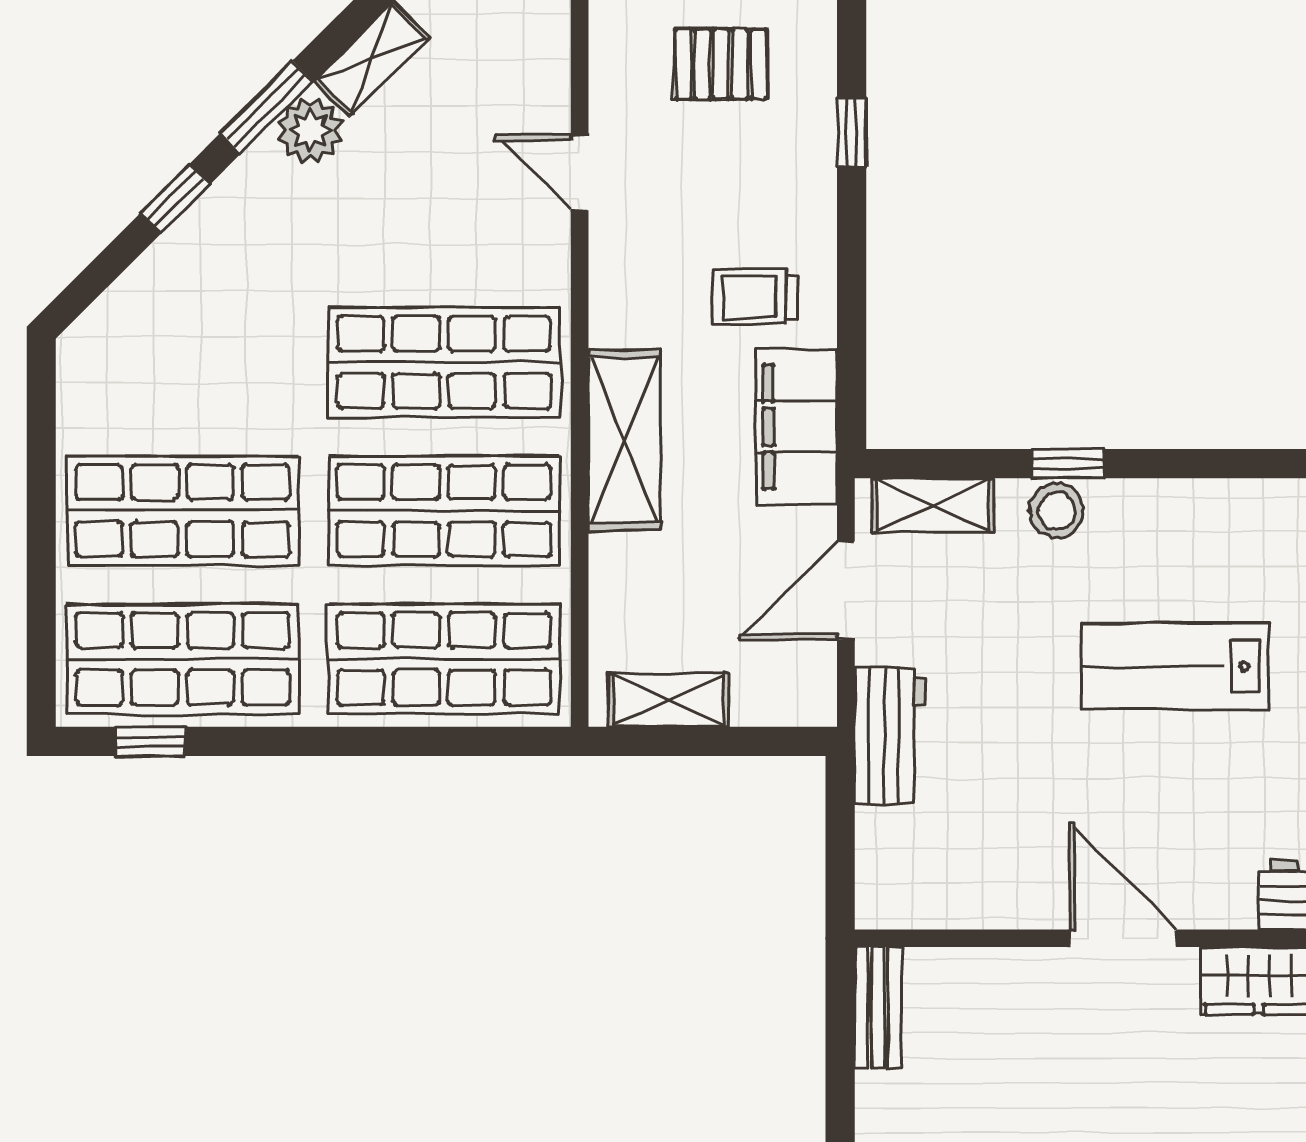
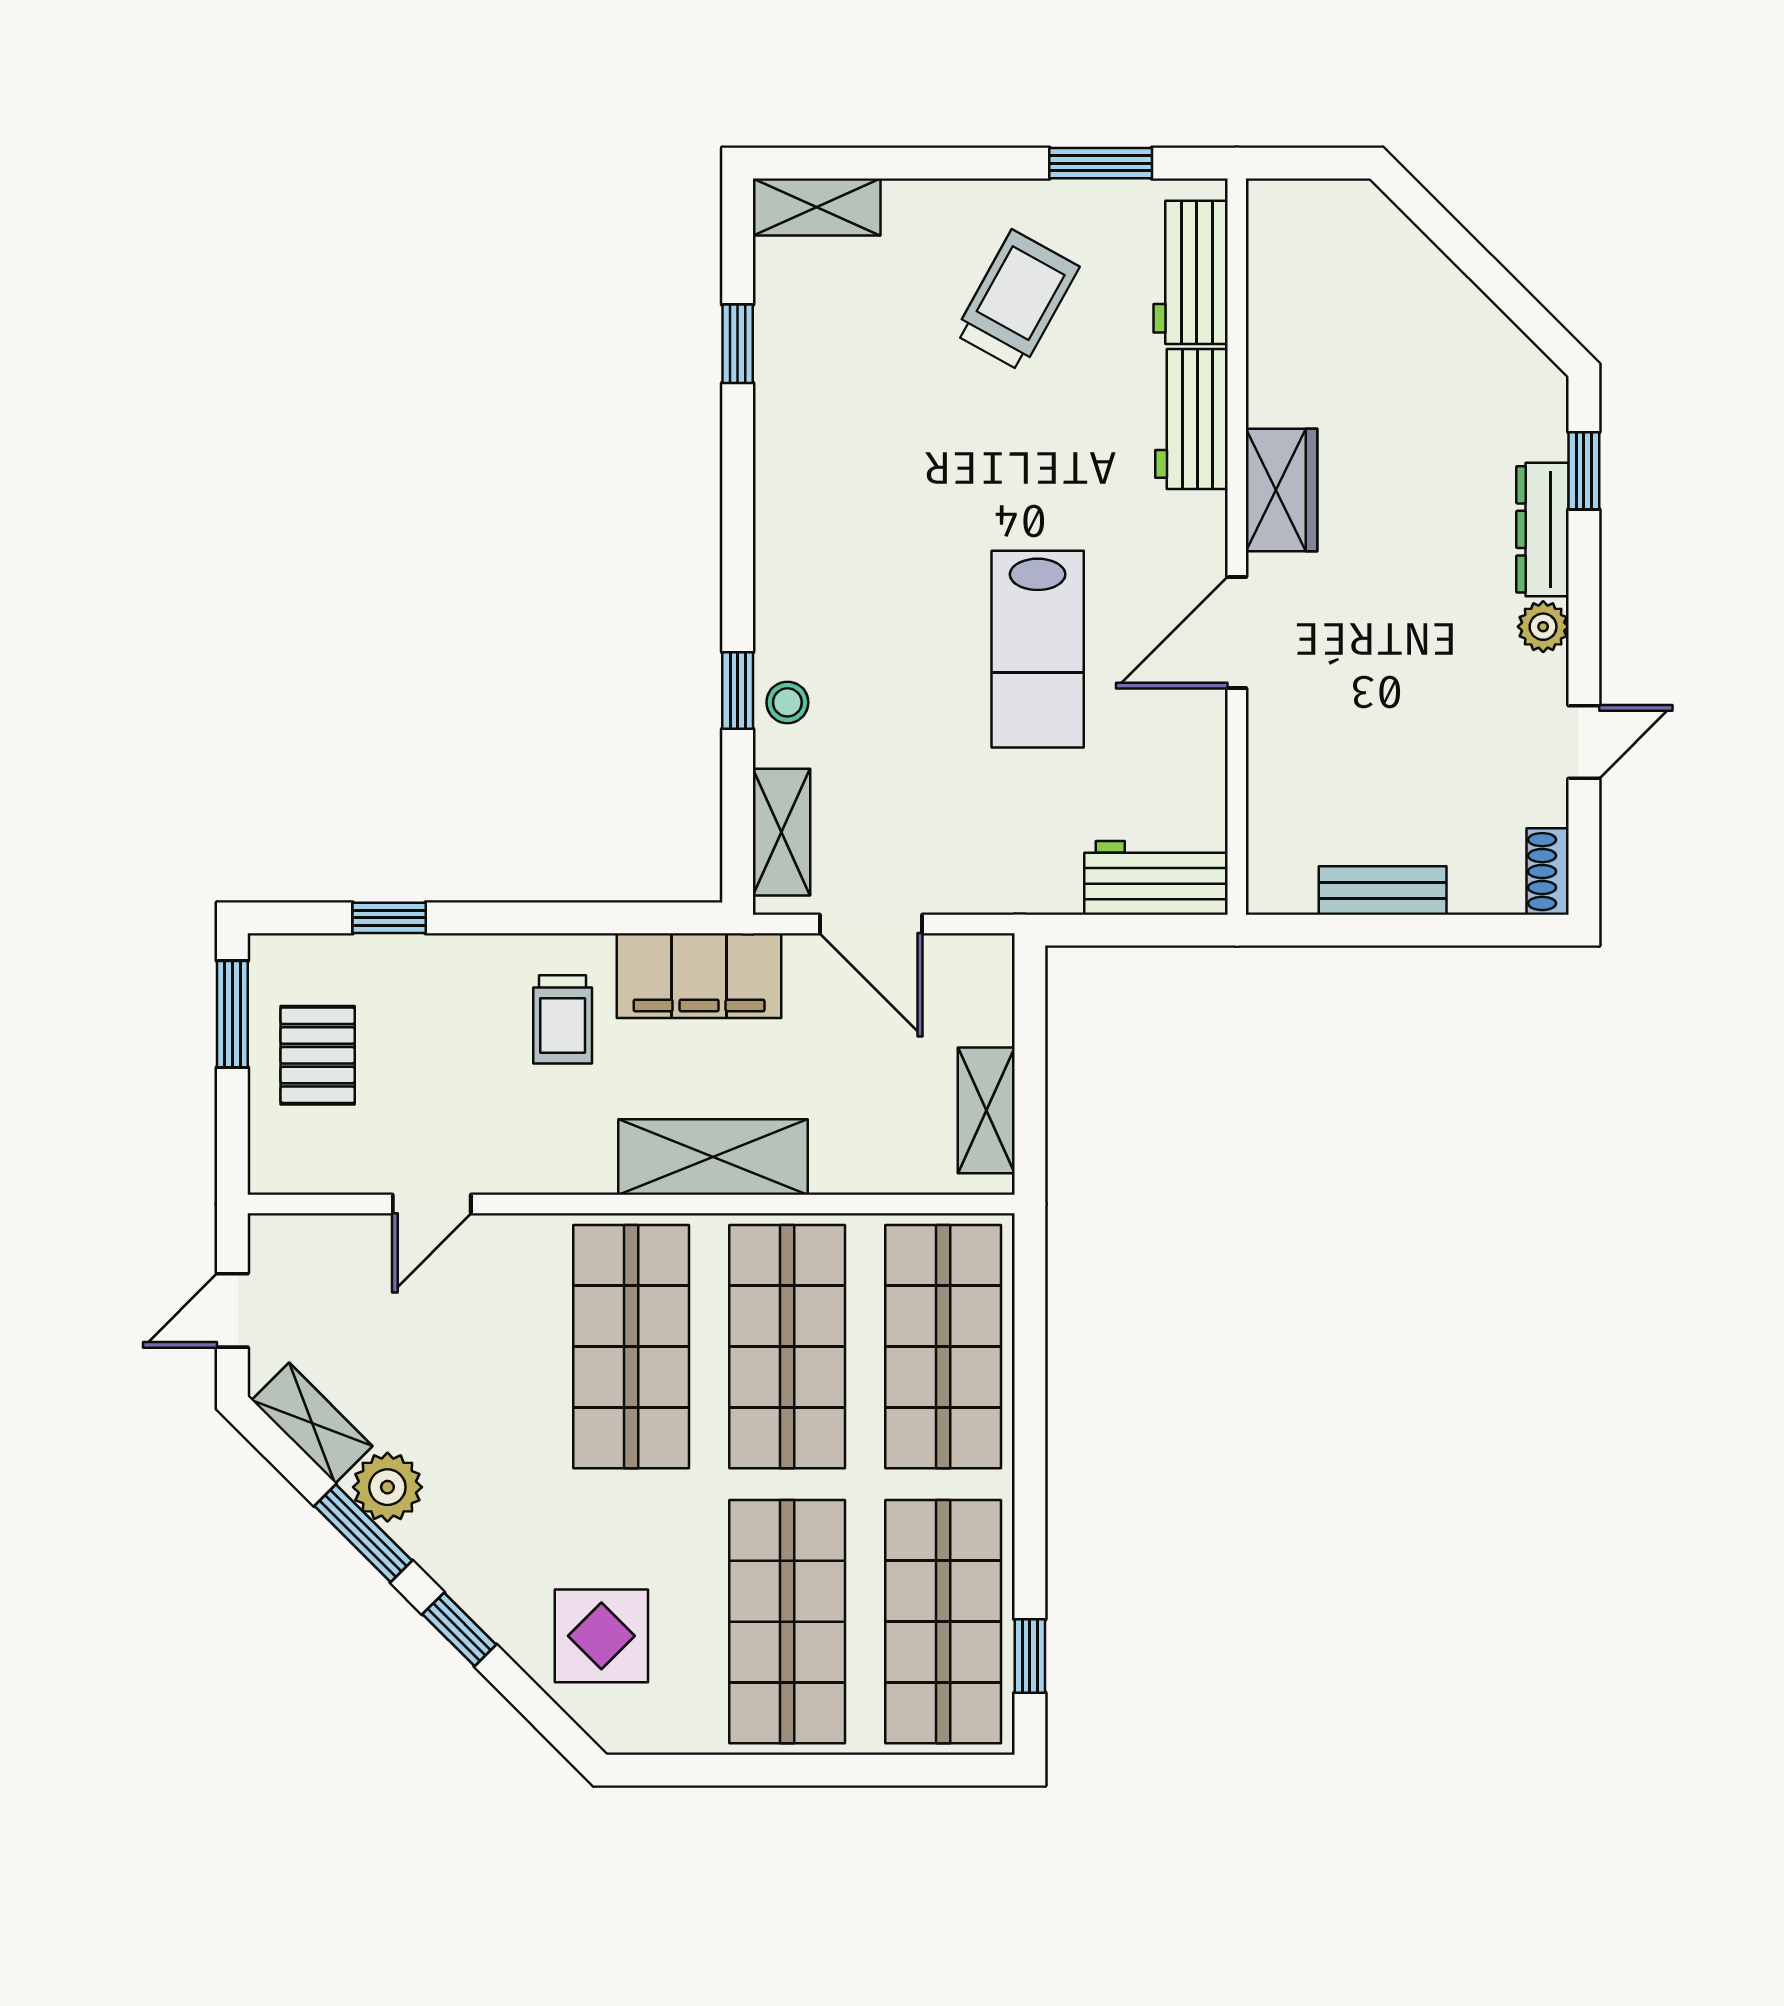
display table: (169, 334) -> (601, 1636), added
stool: (1057, 511) -> (787, 702), width x0.73, depth x0.73
lab bench: (1175, 666) -> (1038, 649), moved
workbench: (890, 735) -> (1156, 878), moved
bench: (878, 1008) -> (1383, 891), moved

